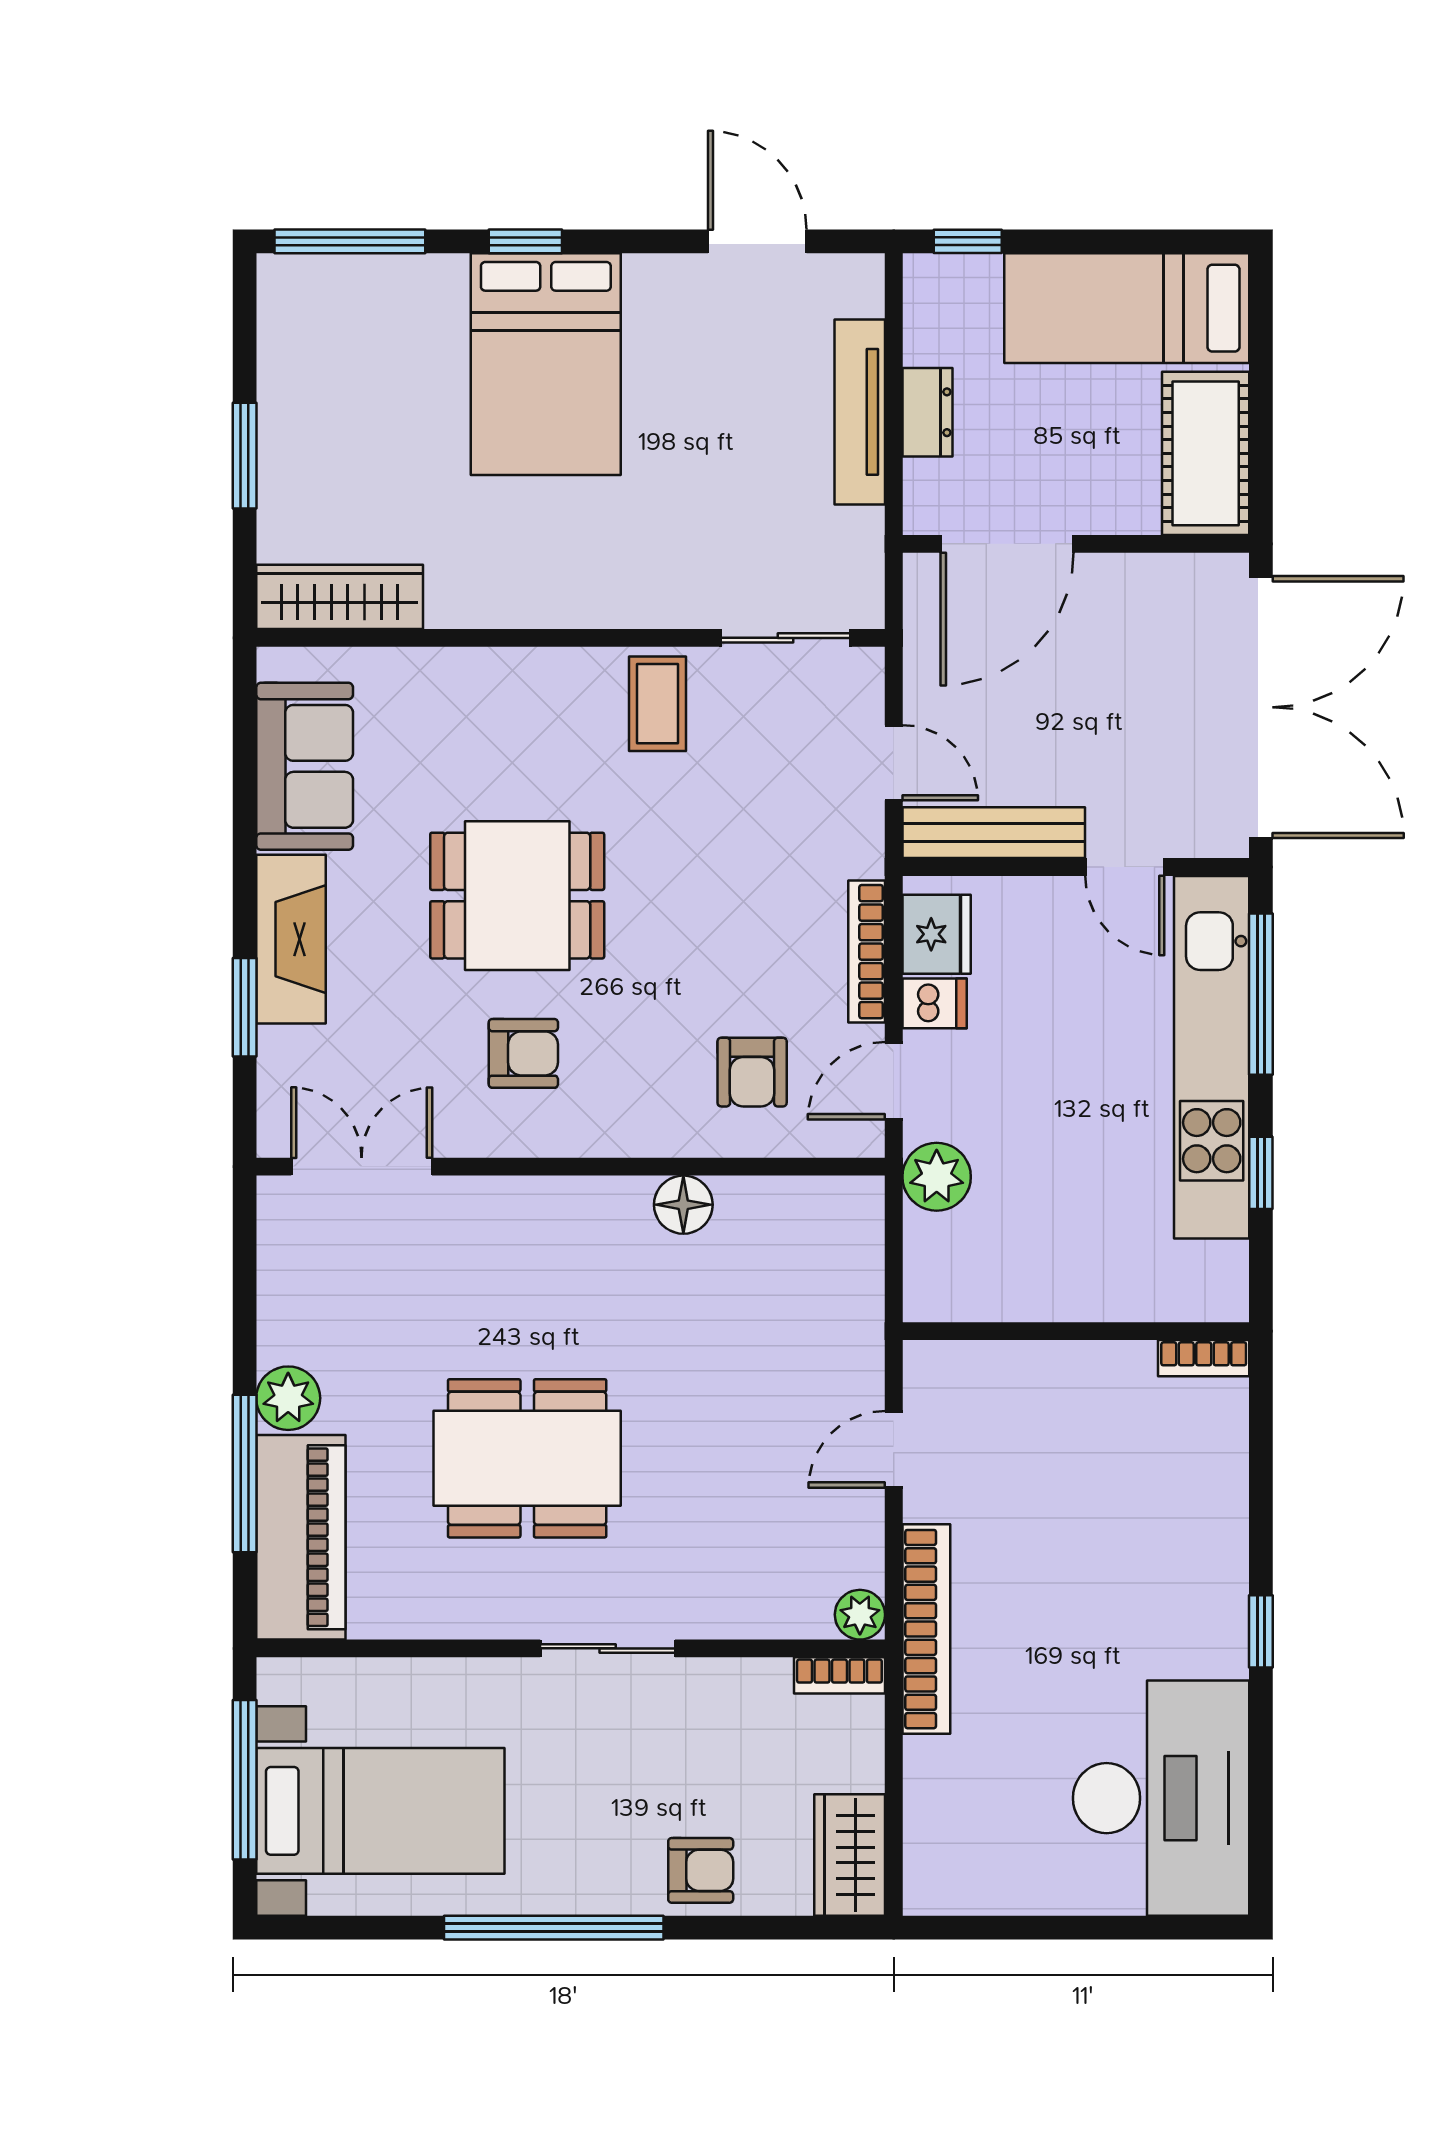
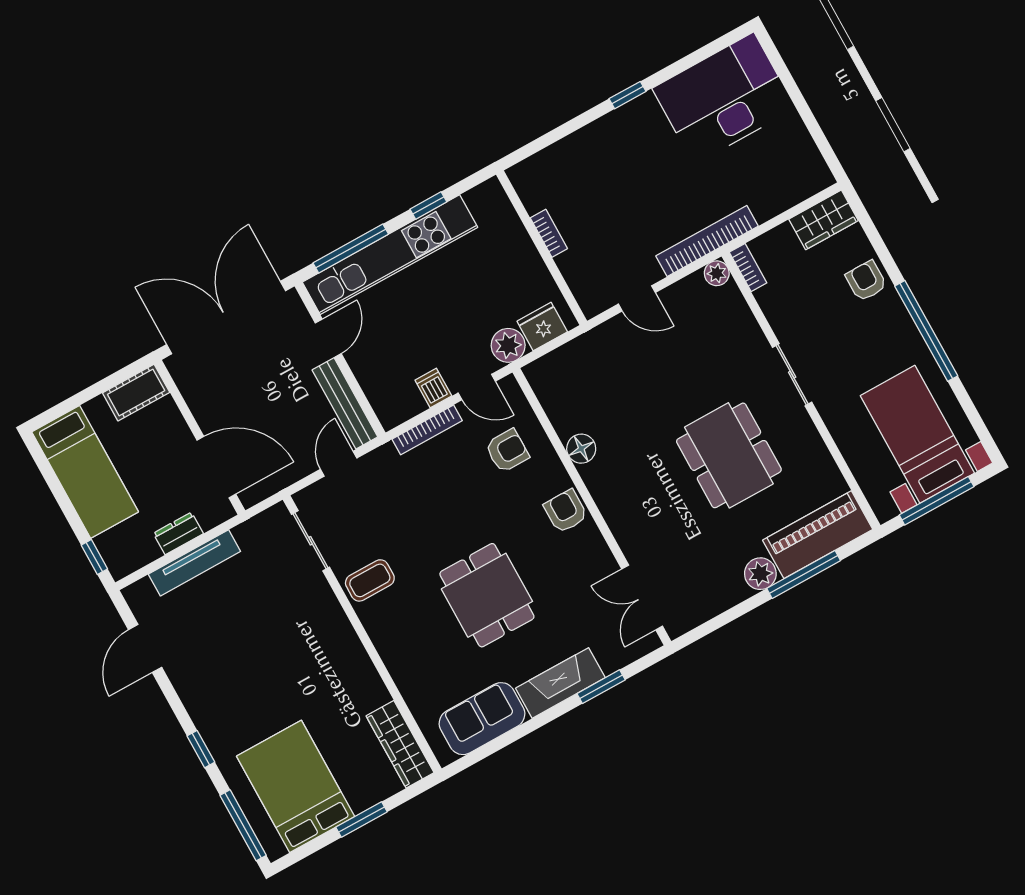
bed: (546, 364) -> (296, 786), moved, turned -90
cot: (1206, 453) -> (136, 393), width x0.73, depth x0.75
fridge: (937, 934) -> (542, 326), moved
armchair: (523, 1053) -> (566, 511), moved
bookcase: (1204, 1358) -> (549, 233), moved

